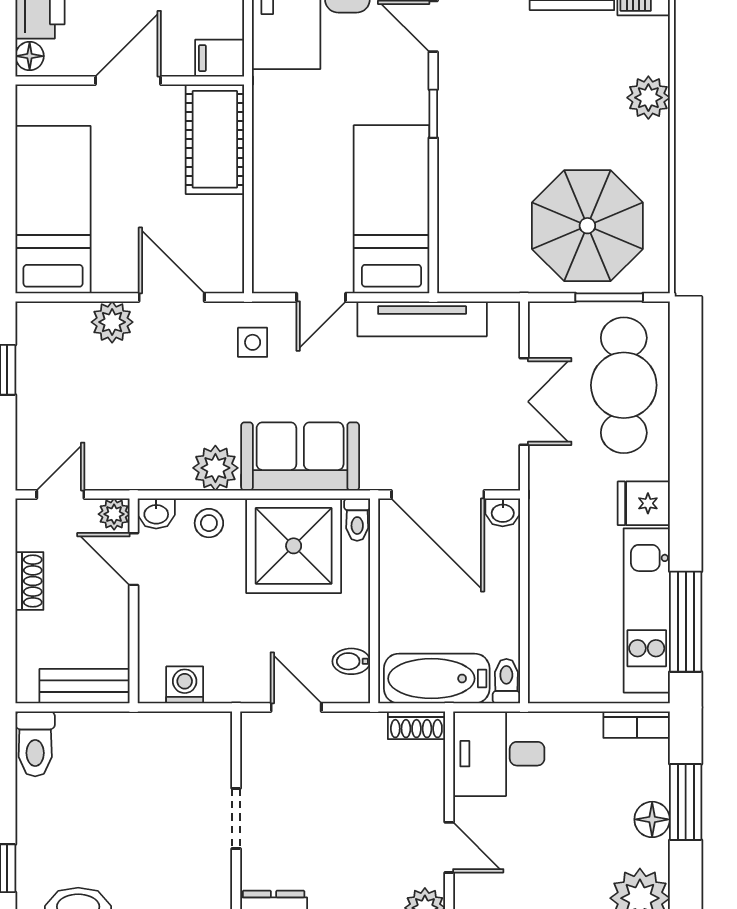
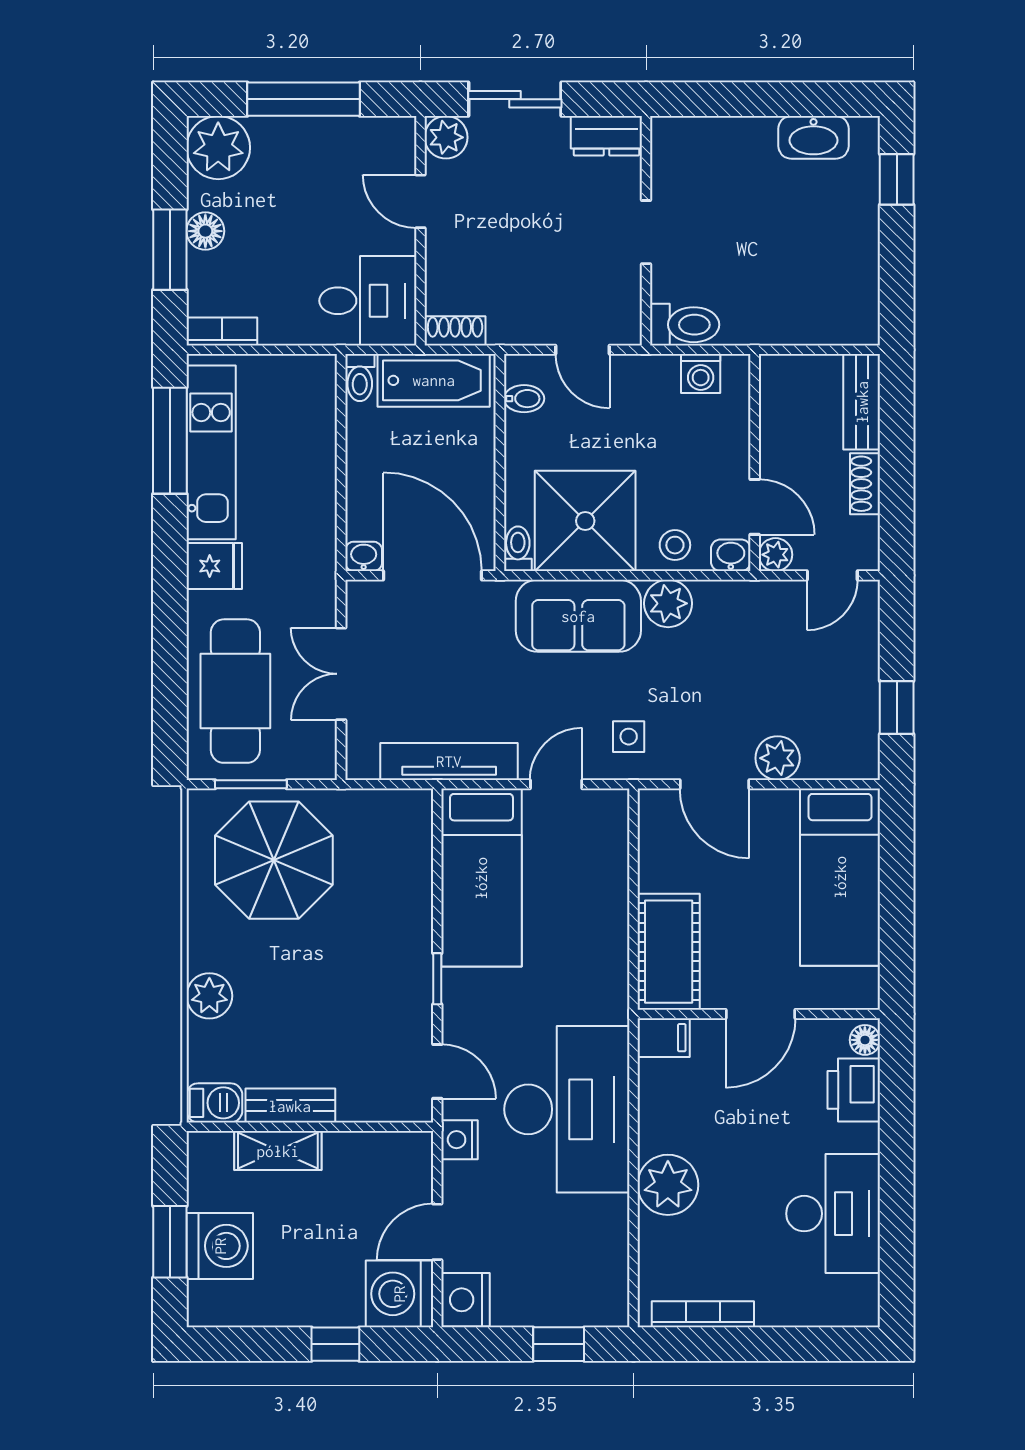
bench: (85, 686) -> (862, 402), moved, turned 90
toilet: (35, 744) -> (685, 325), moved, turned 90

